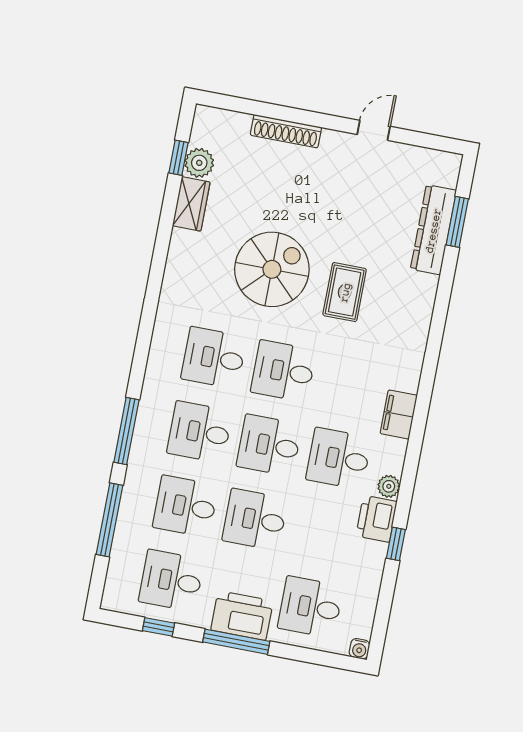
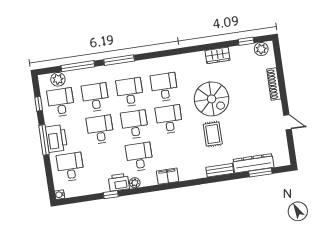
plant: (199, 163) -> (261, 49), moved
wardrobe: (191, 204) -> (218, 55), moved
rug: (345, 292) -> (213, 134), turned 90
bench: (424, 303) -> (220, 170), added
plant: (122, 570) -> (58, 79), added

